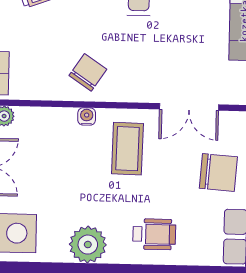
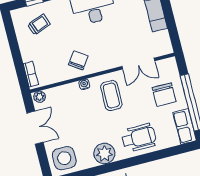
chair: (218, 172) -> (164, 95), turned 86
wheelchair: (154, 234) -> (139, 138), width x1.36, depth x1.37

